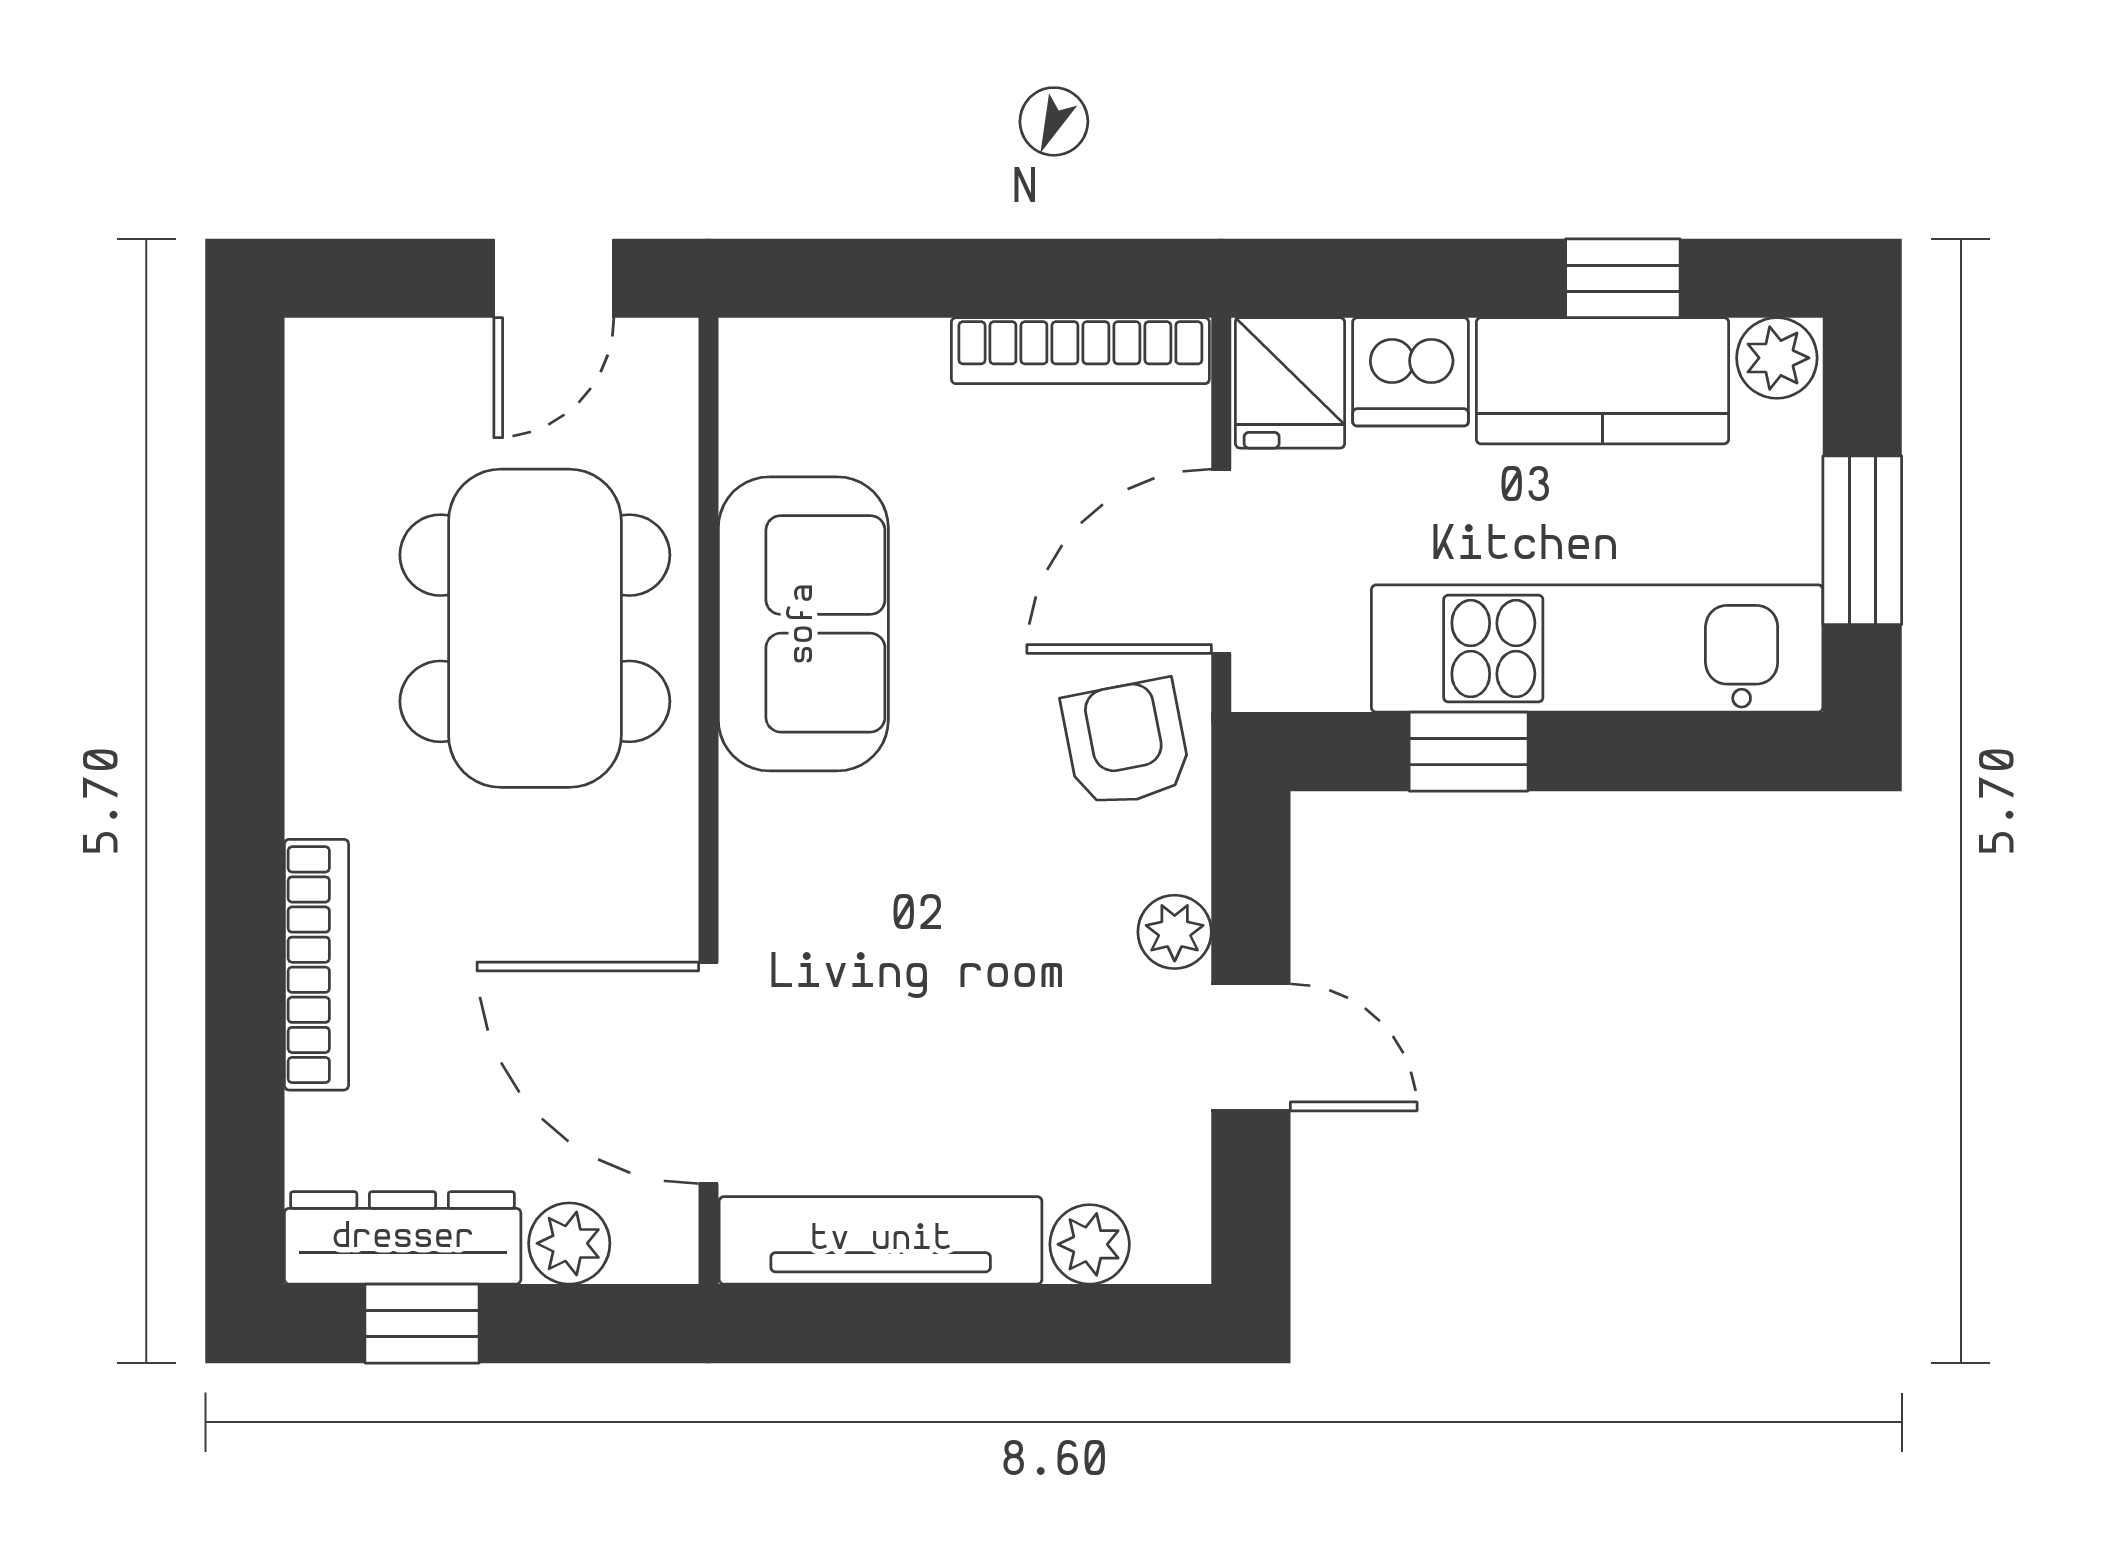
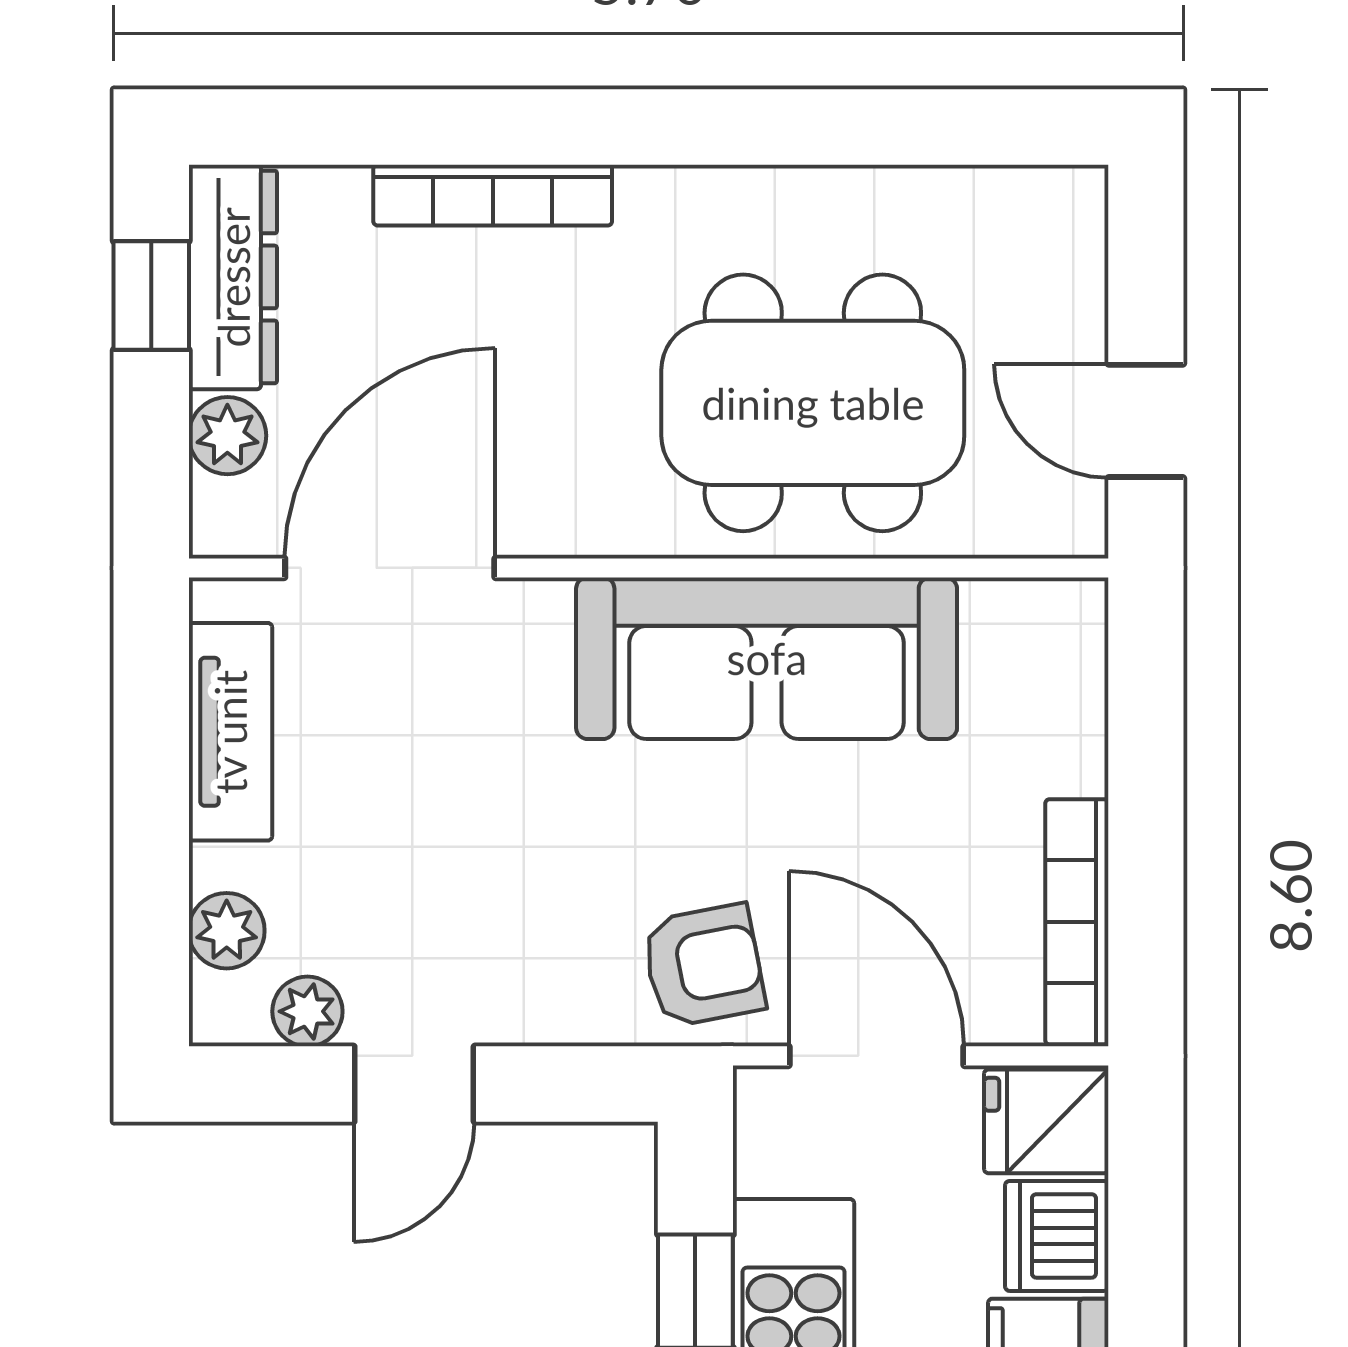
sofa: (803, 624) -> (767, 658), width x1.36
plant: (1175, 932) -> (307, 1011), moved
tv unit: (881, 1240) -> (230, 732), width x0.71

